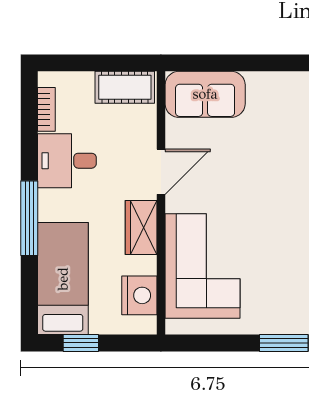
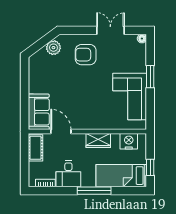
door: (161, 172) -> (61, 132), moved
corner sofa: (202, 266) -> (130, 97), moved, turned -90

